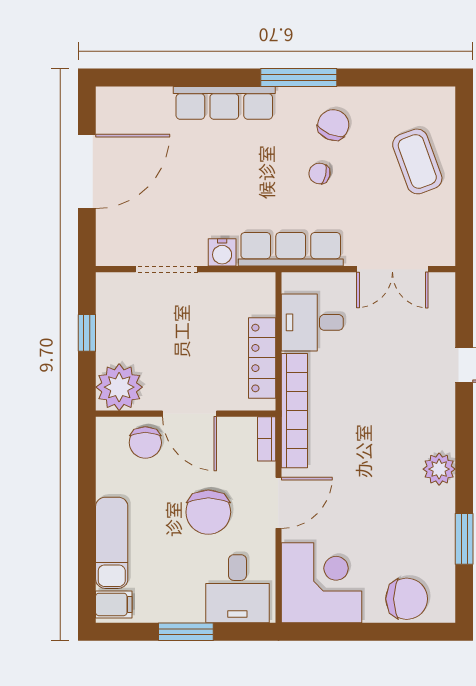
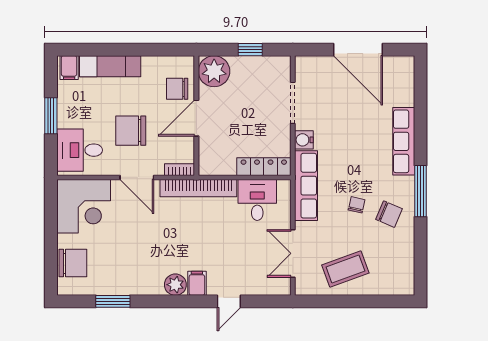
coffee table: (417, 161) -> (345, 269), moved
locker: (262, 358) -> (264, 167), moved
filing cabinet: (437, 413) -> (197, 283), added
plant: (439, 469) -> (175, 285), moved
chair: (407, 599) -> (73, 263), turned -90

